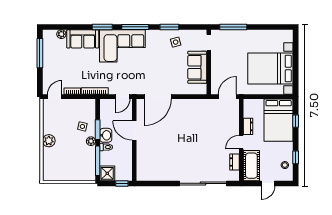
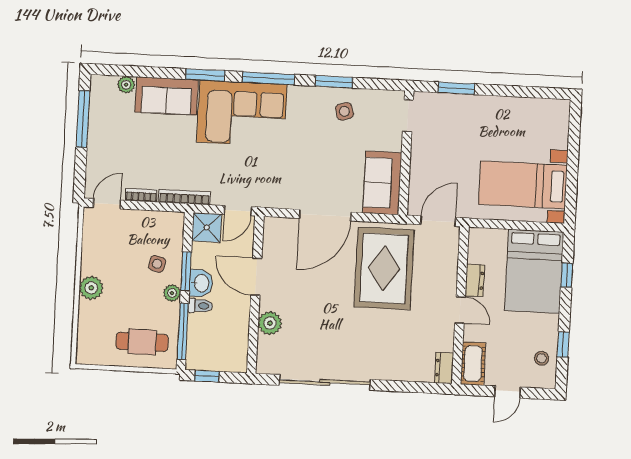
window: (233, 27) -> (456, 88), width x0.69
sofa: (197, 67) -> (382, 183), moved
bed with nightstands: (270, 68) -> (523, 185), width x0.73
door: (158, 97) -> (325, 215), moved
rug: (201, 123) -> (384, 268), added
door: (241, 142) -> (460, 310), swing flipped
plant: (143, 154) -> (270, 323), added
dresser: (234, 162) -> (444, 368), moved
cot: (251, 166) -> (473, 364), width x0.73, depth x0.75
cafe table: (77, 167) -> (142, 342), added
shower: (107, 173) -> (207, 227), moved
window: (122, 183) -> (207, 376), moved
sliding door: (203, 183) -> (325, 382), moved

